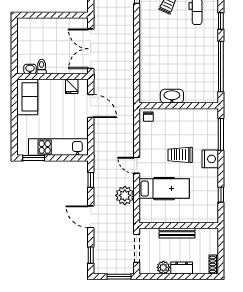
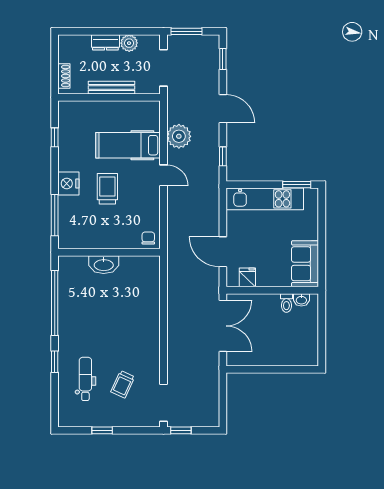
washbasin: (172, 96) -> (104, 265), moved
trolley: (180, 155) -> (107, 189), turned -90
shoe rack: (214, 264) -> (64, 76), moved

